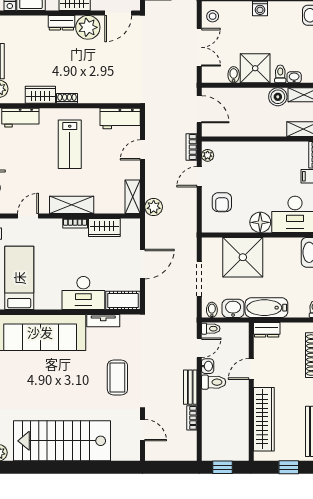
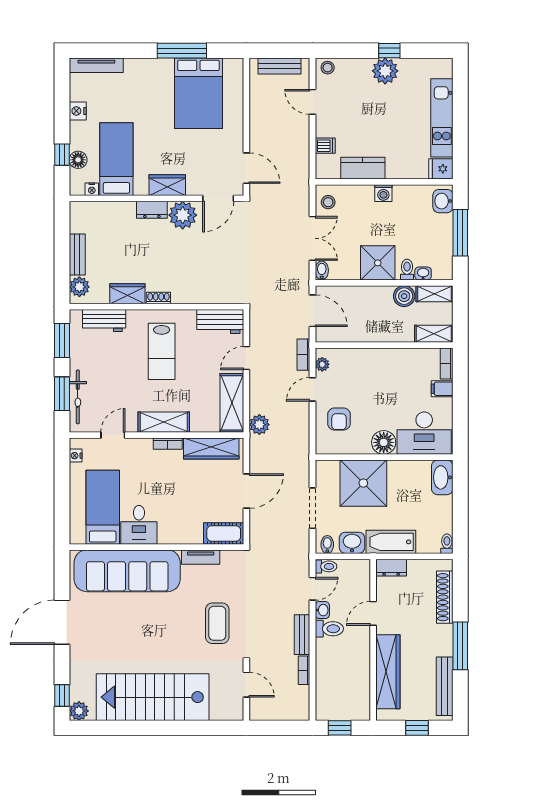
bidet: (234, 75) -> (322, 270), moved
shelving: (133, 197) -> (232, 403), width x1.50, depth x1.33
wardrobe: (104, 228) -> (211, 449), width x1.50
desk: (83, 293) -> (139, 525), moved, width x0.73

